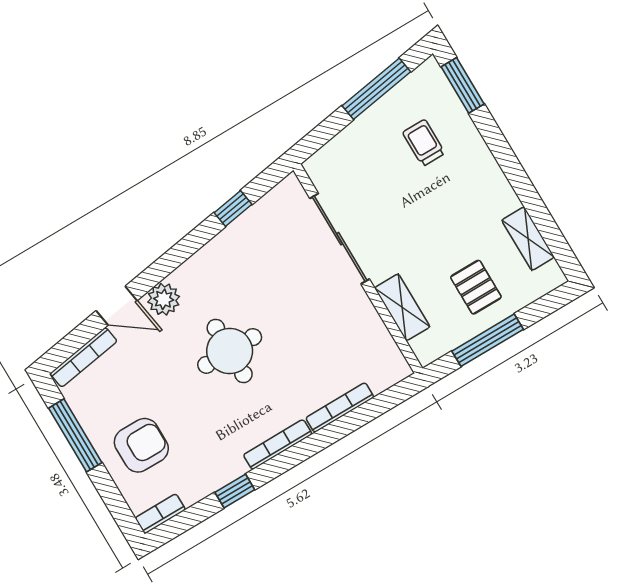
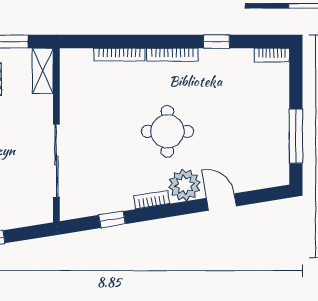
plant: (164, 299) -> (185, 185), width x1.36, depth x1.36
shelving: (402, 307) -> (43, 71), moved
bookcase: (84, 357) -> (152, 200), moved, width x0.64
armchair: (141, 445) -> (258, 105), removed

